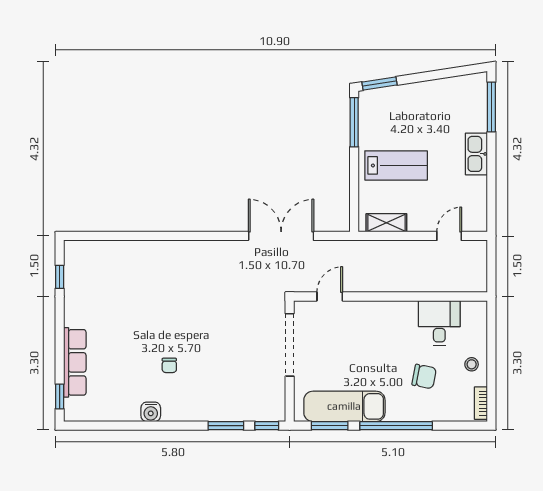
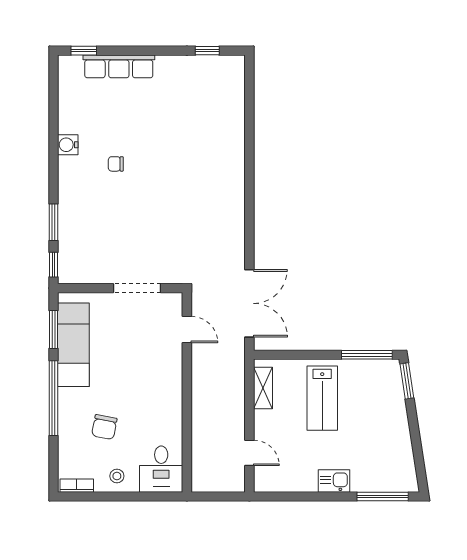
kitchen sink: (476, 154) -> (334, 481), width x0.73
double door: (281, 236) -> (249, 303), moved
desk: (439, 323) -> (161, 469), moved, turned 90
doorway: (290, 345) -> (137, 288), width x0.73

